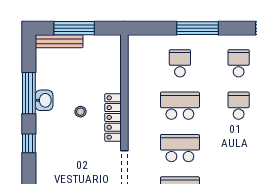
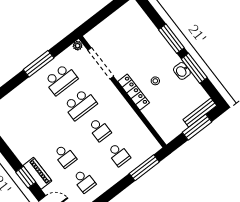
window: (197, 28) -> (144, 168), moved
school desk: (180, 106) -> (99, 129), width x0.54
window: (29, 143) -> (171, 39), width x2.17

